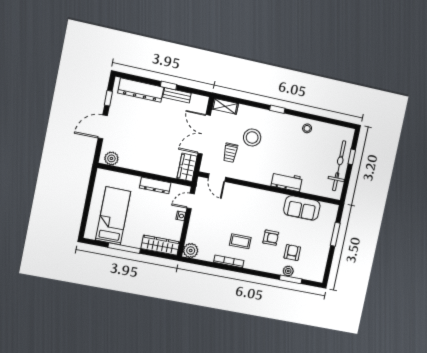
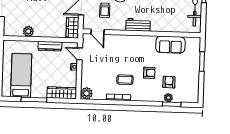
plant: (111, 158) -> (28, 31), moved
workbench: (287, 182) -> (138, 25), moved
door: (191, 201) -> (80, 54), hinge flipped

